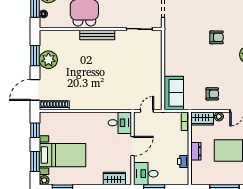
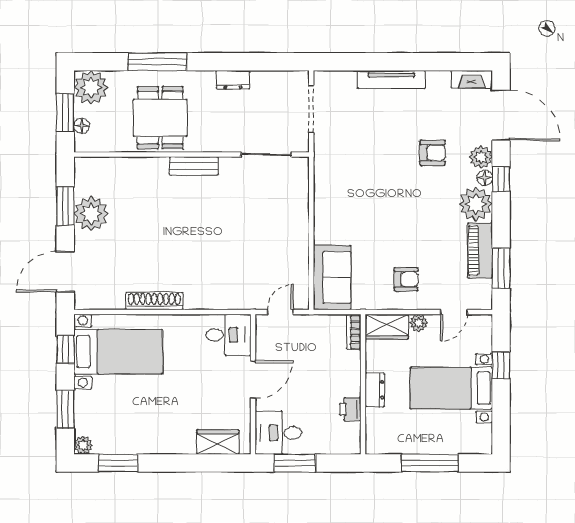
bench: (97, 35) -> (194, 166), width x0.73
armchair: (216, 37) -> (433, 153), moved
shoe rack: (54, 105) -> (154, 301), moved
bed with nightstands: (63, 155) -> (118, 352), moved

